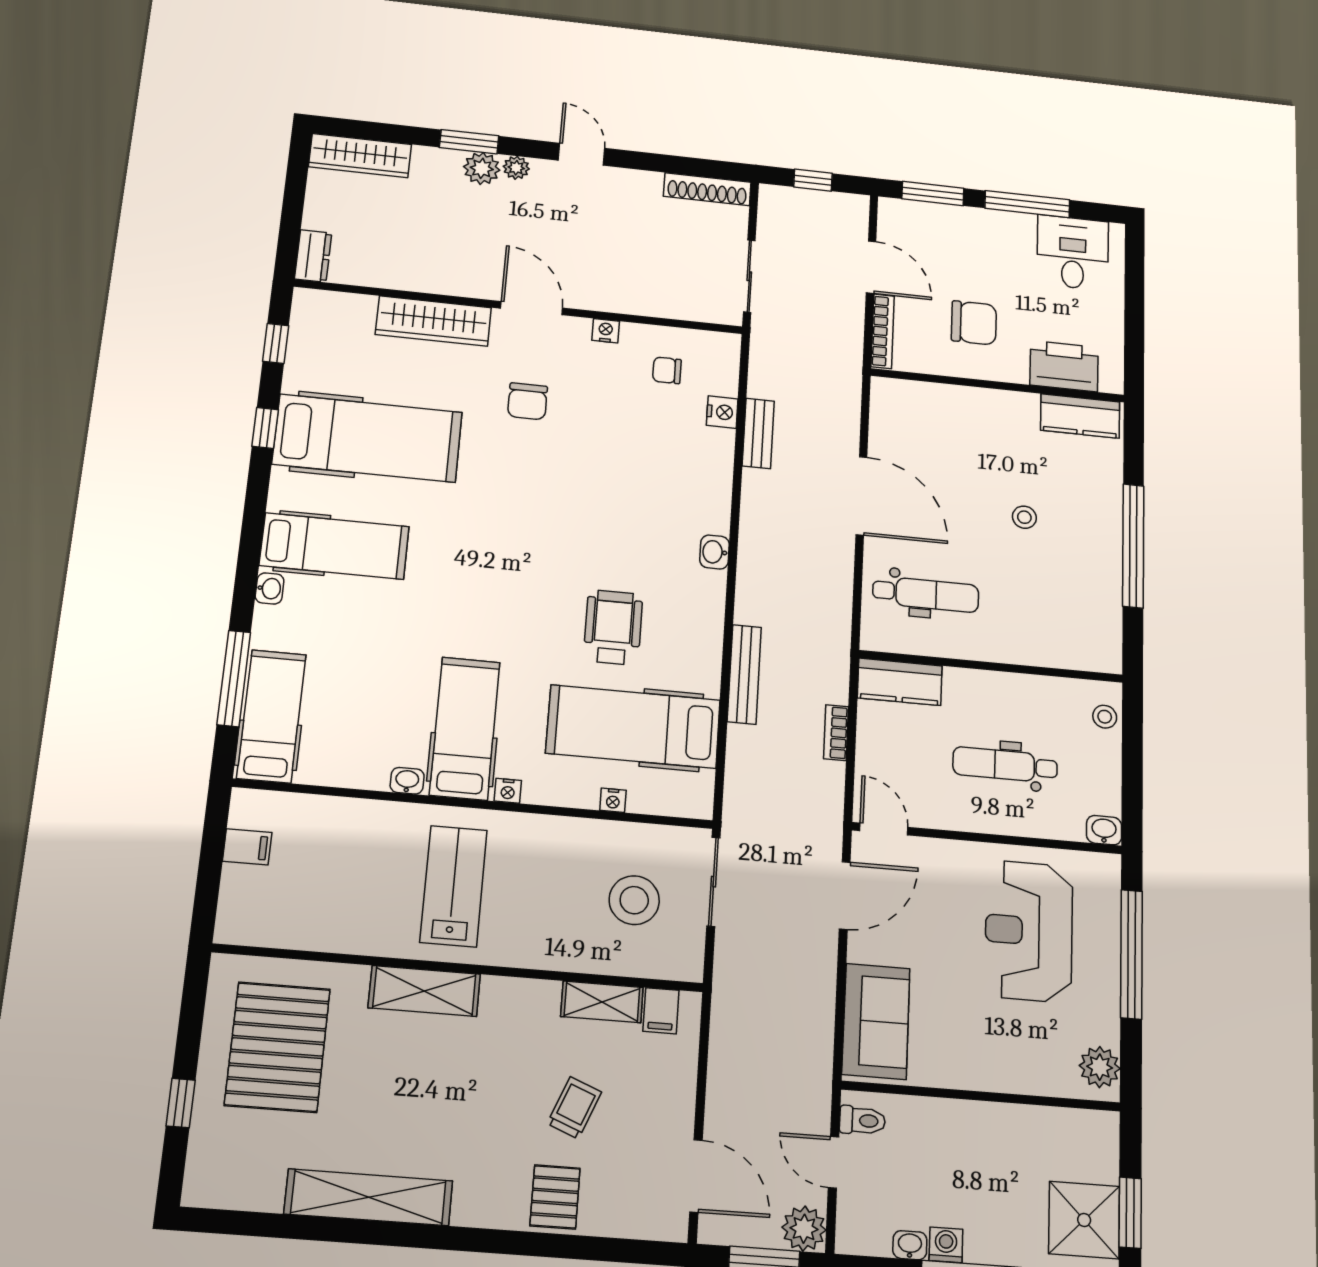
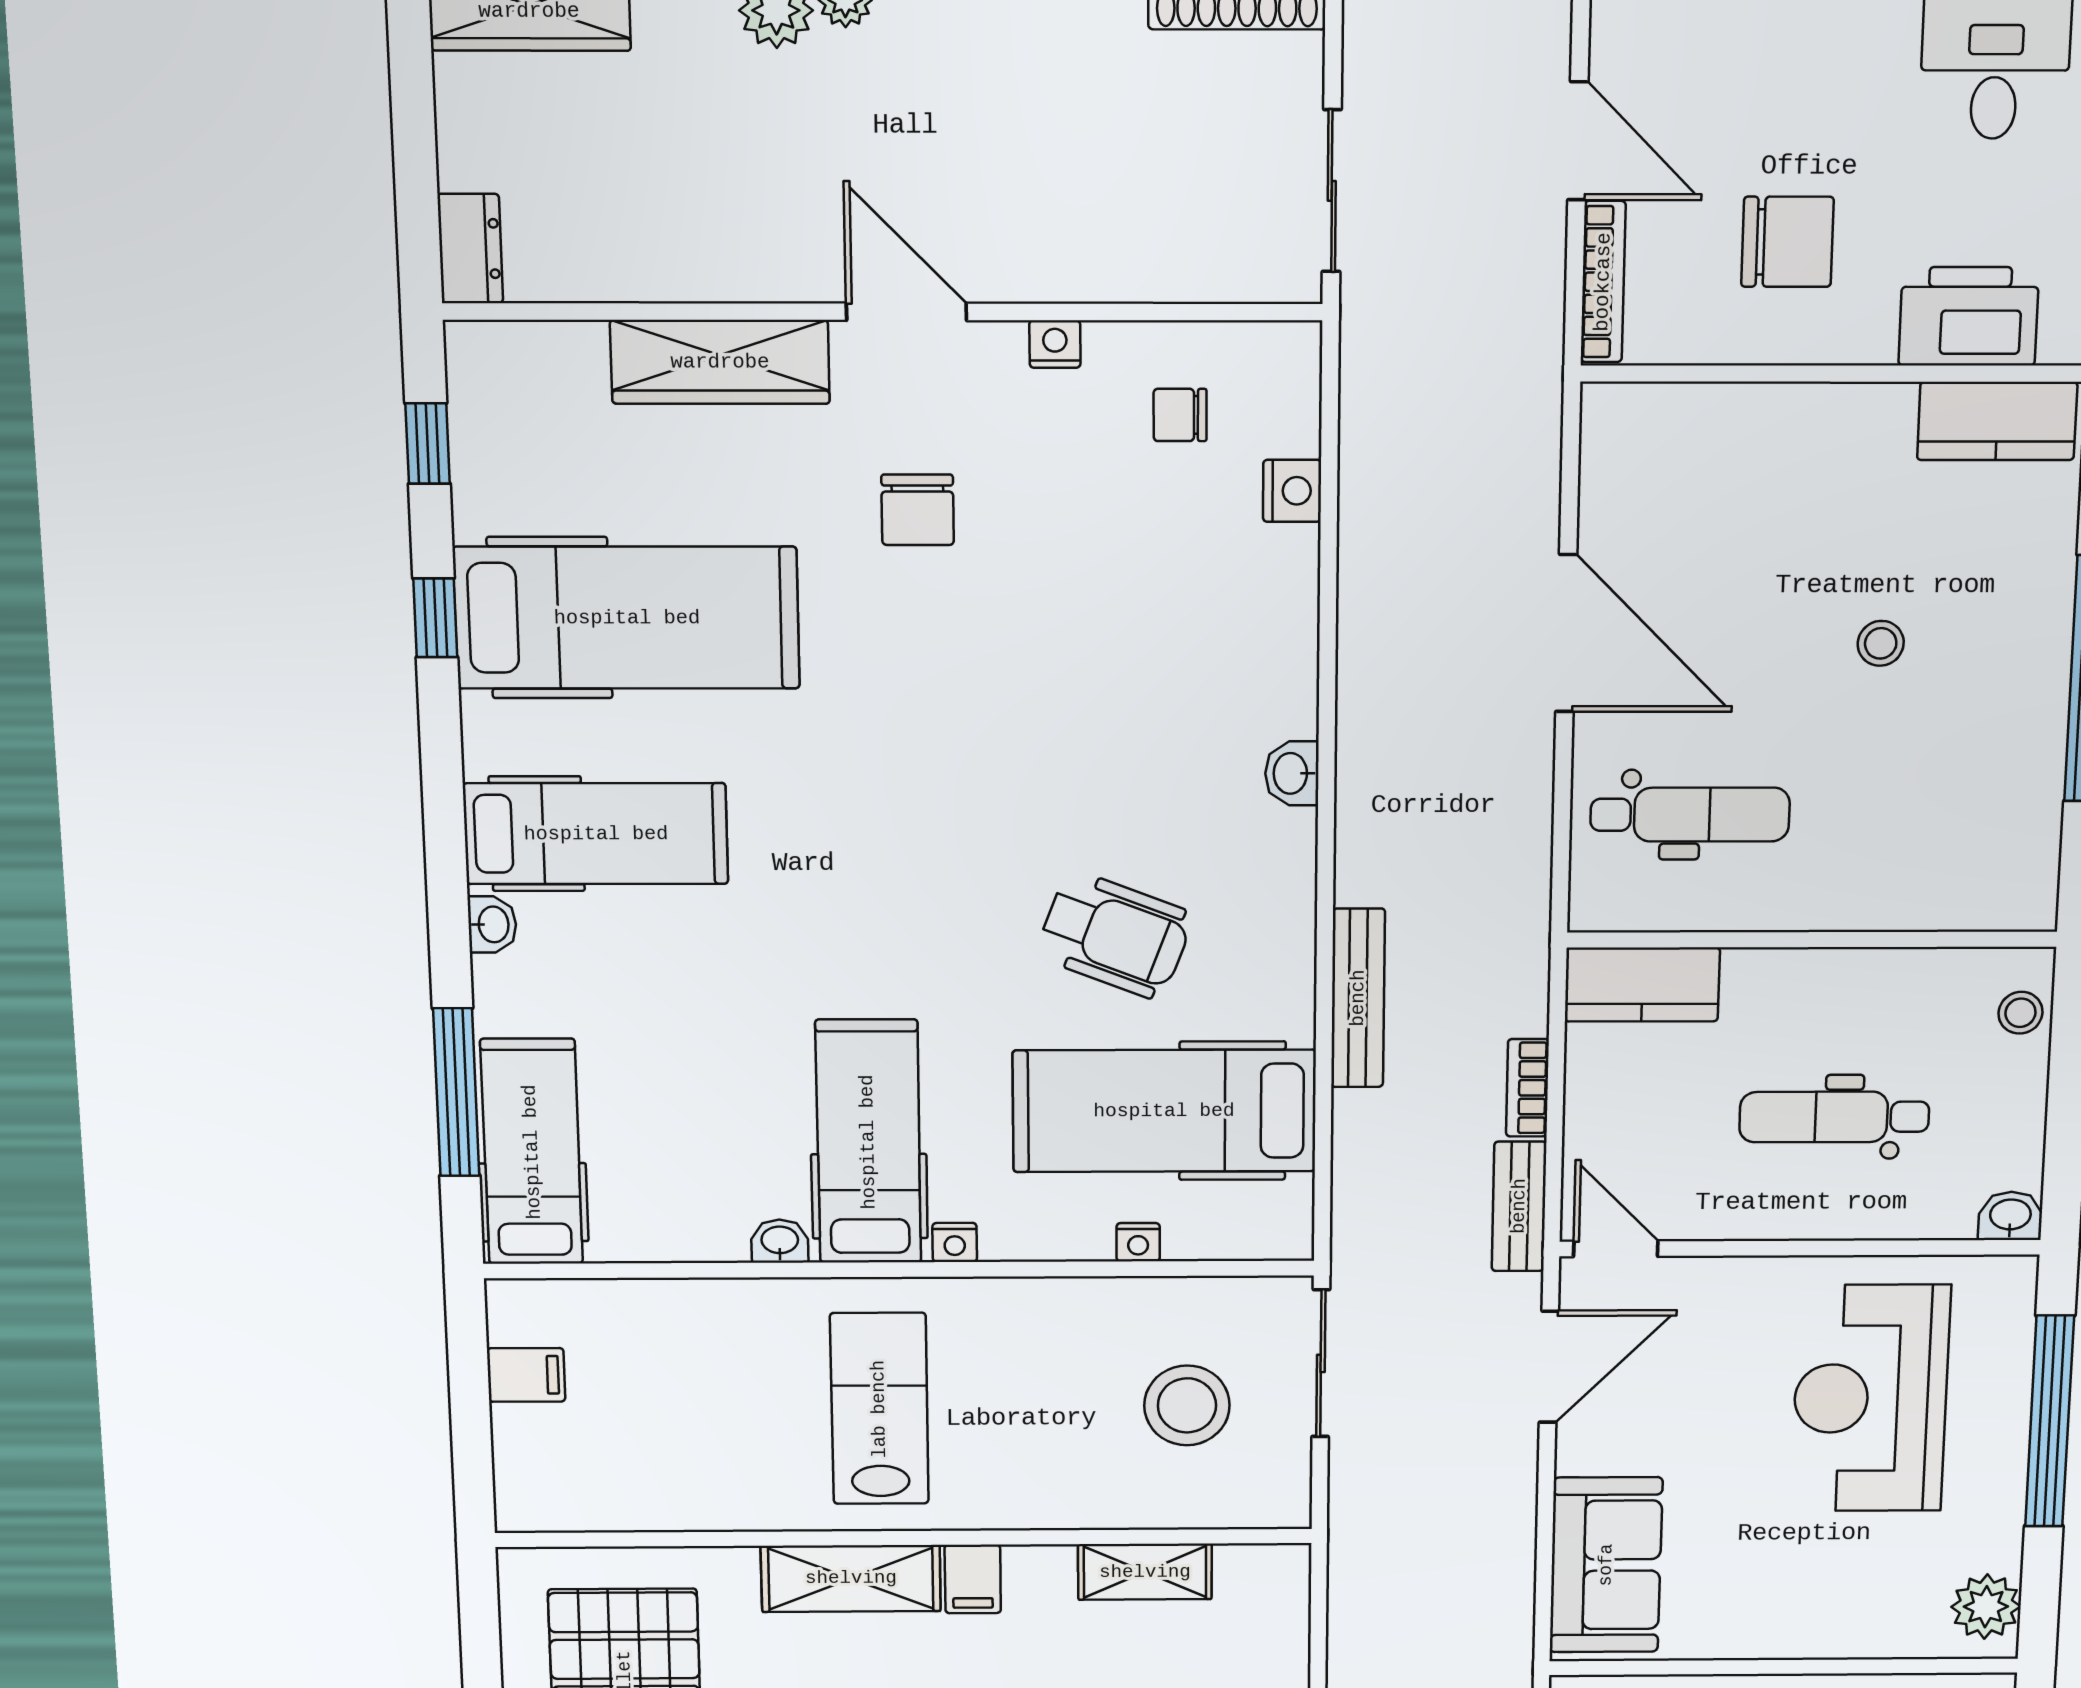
bench: (758, 433) -> (1519, 1206), moved
wheelchair: (613, 627) -> (1115, 935), turned 111
filing cabinet: (661, 1011) -> (973, 1579), moved

